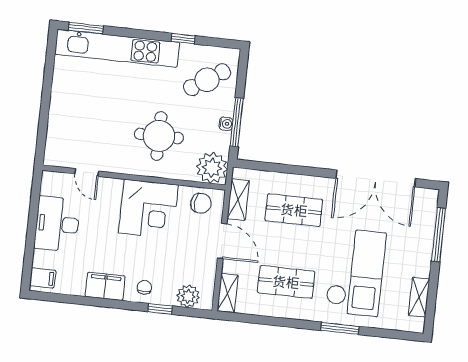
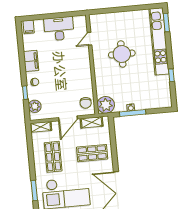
cafe table: (207, 80) -> (152, 93), removed
round table: (159, 136) -> (122, 54), moved
corner desk: (148, 209) -> (77, 76), removed
shop shelf: (294, 210) -> (92, 153), turned 90

